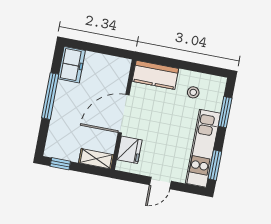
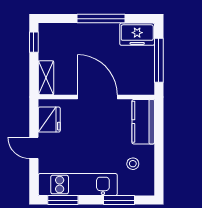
window: (100, 49) -> (159, 60), added
fridge: (129, 150) -> (49, 120), moved, turned -90

